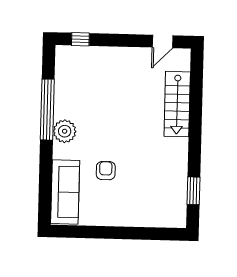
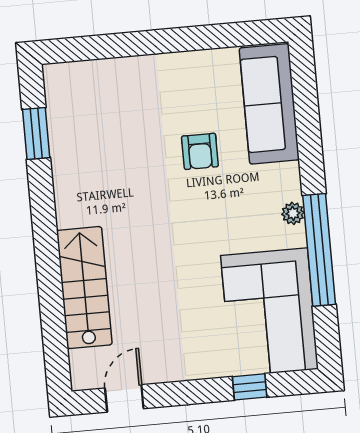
window: (80, 39) -> (250, 387), moved
corner sofa: (78, 79) -> (270, 312), added
plant: (65, 131) -> (293, 213), width x0.53, depth x0.53

